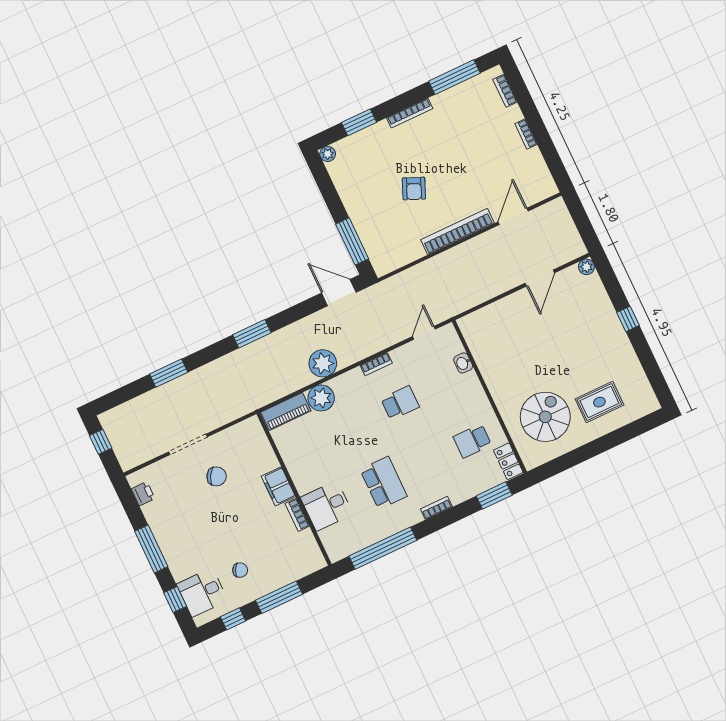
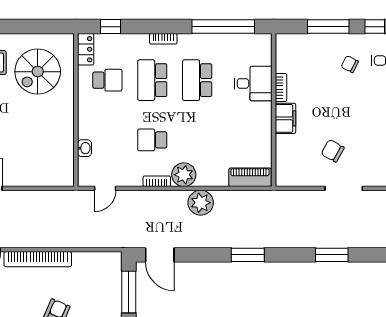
plant: (321, 398) -> (184, 175), moved
school desk: (428, 462) -> (152, 80), added
window: (494, 495) -> (111, 27), width x0.67

